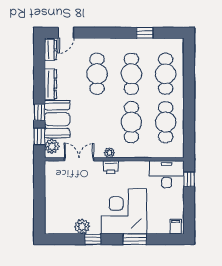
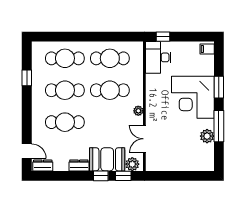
dresser: (50, 84) -> (79, 165), width x0.70
printer: (111, 167) -> (152, 109), removed
window: (93, 239) -> (219, 126), width x2.17

